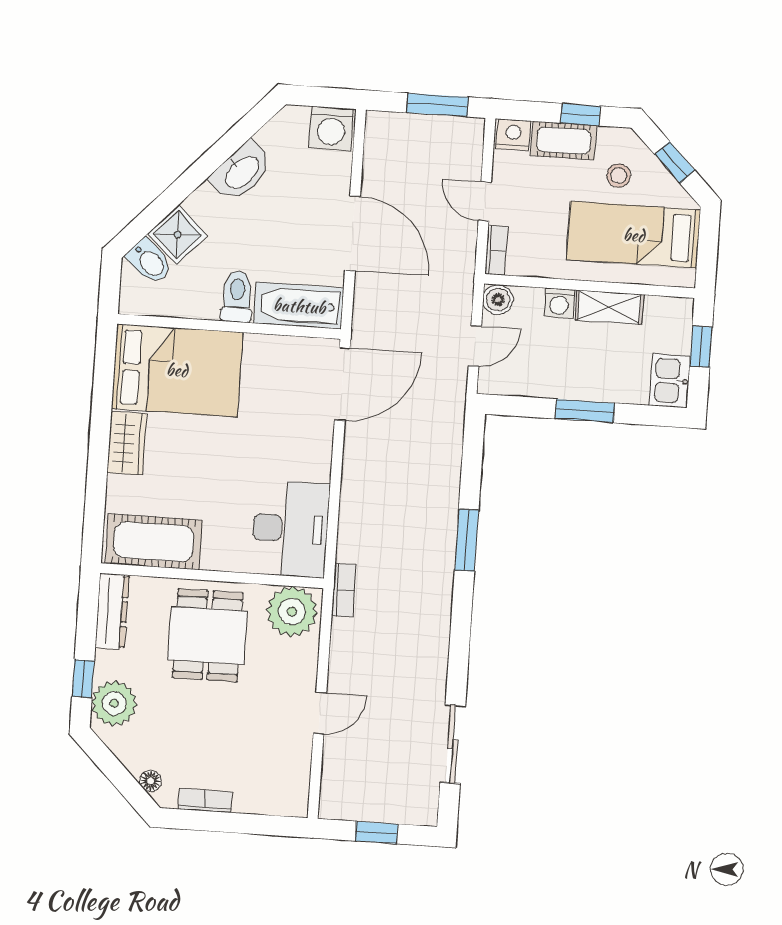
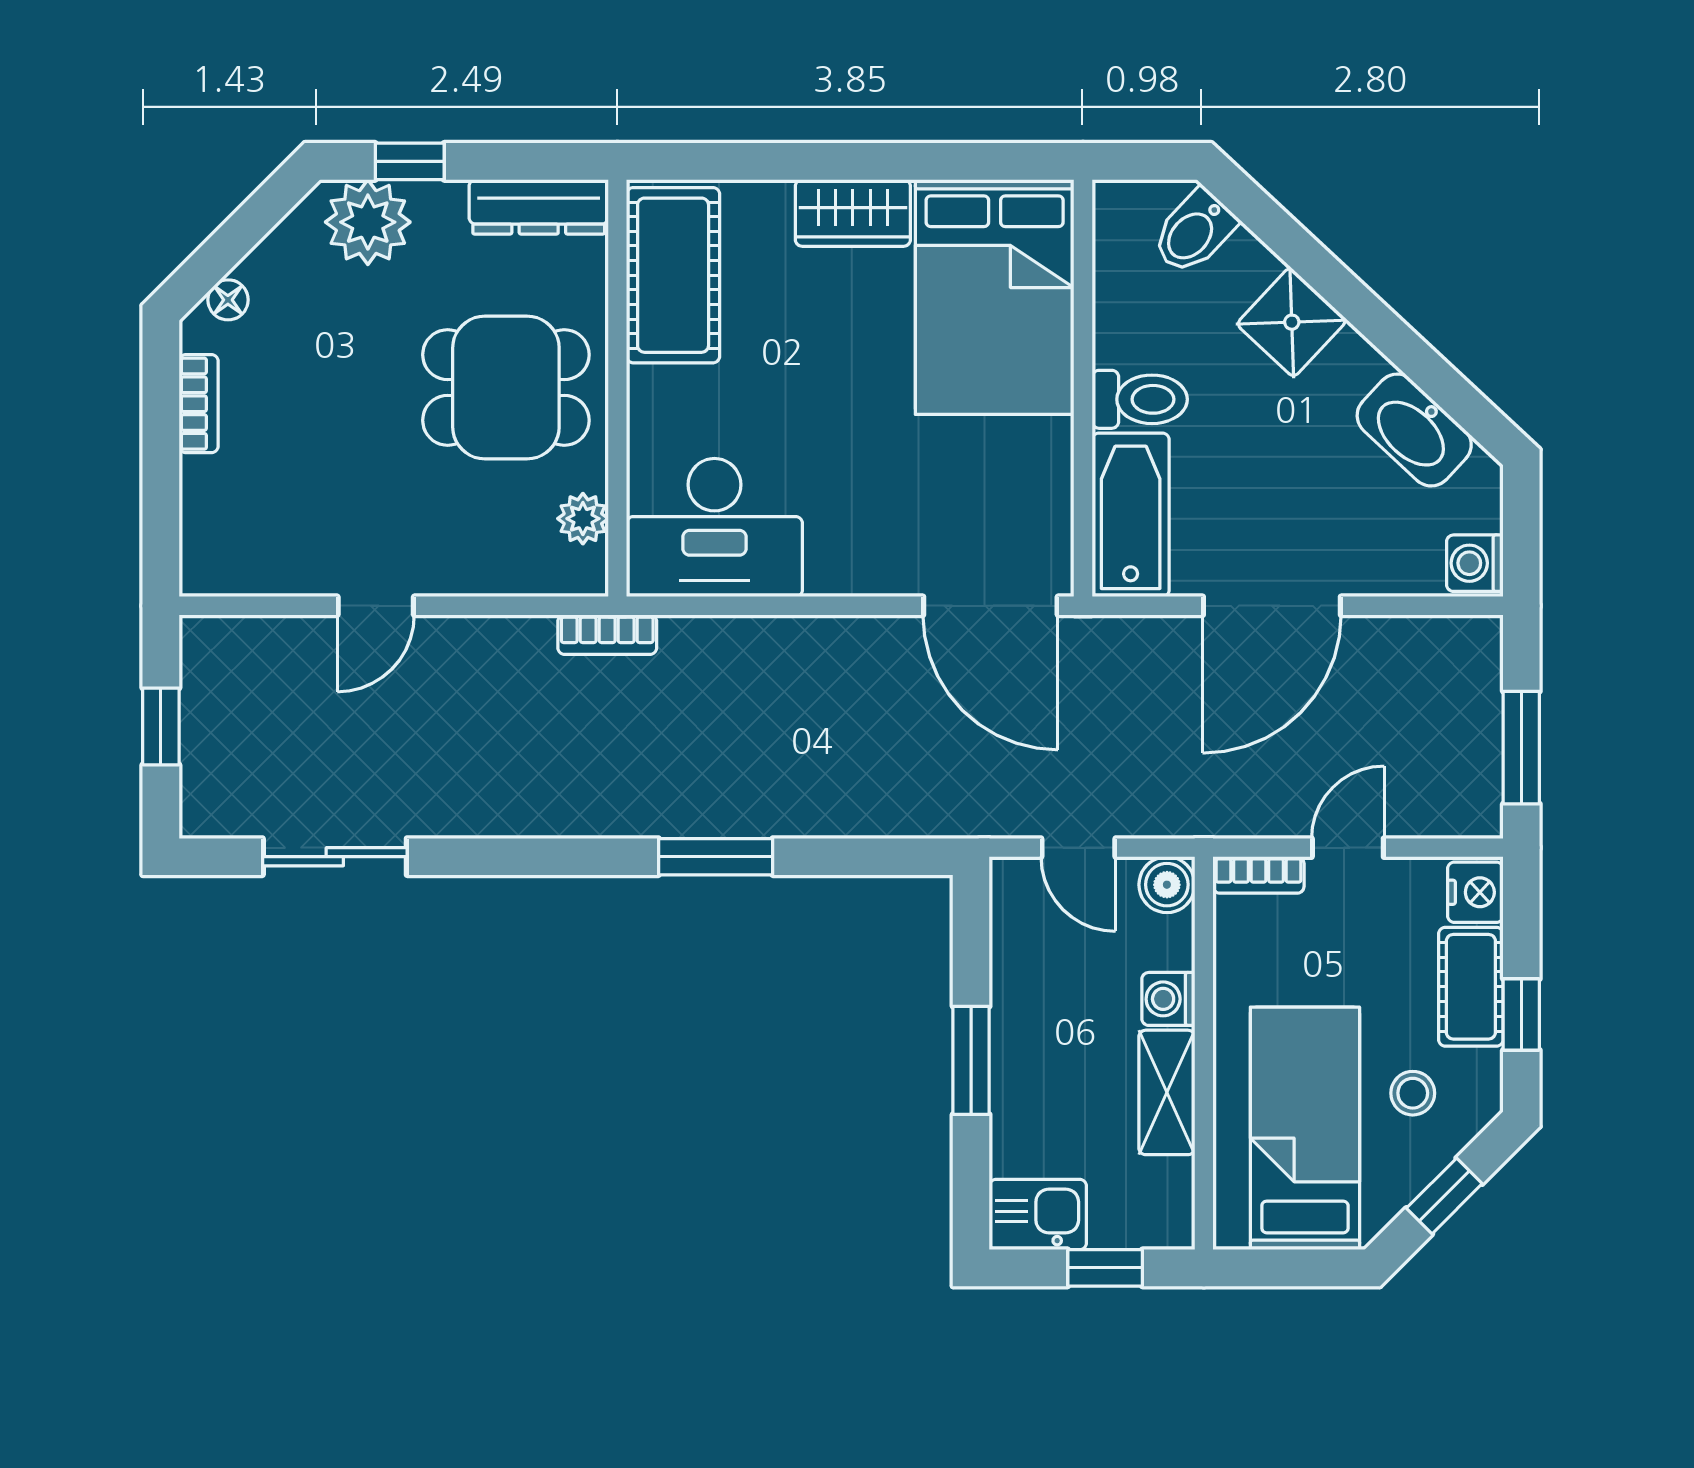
washing machine: (331, 128) -> (1475, 563), width x0.73, depth x0.73
washbasin: (241, 172) -> (1414, 430), moved
shower: (178, 235) -> (1292, 322), moved
plant: (292, 612) -> (583, 519), width x0.53, depth x0.53
door: (320, 713) -> (376, 606), hinge flipped

